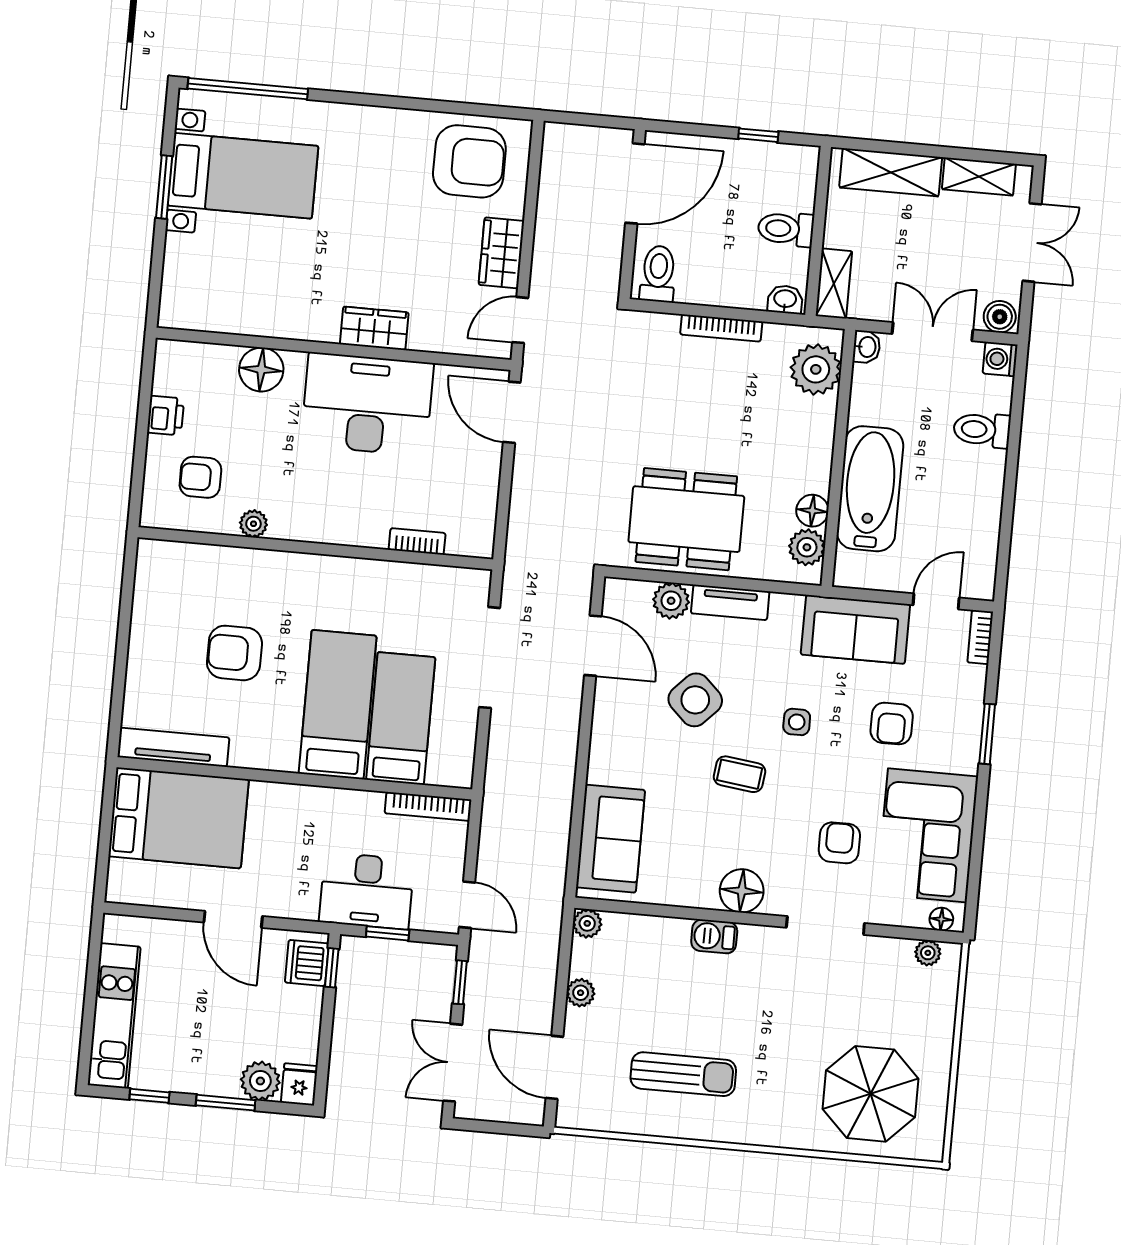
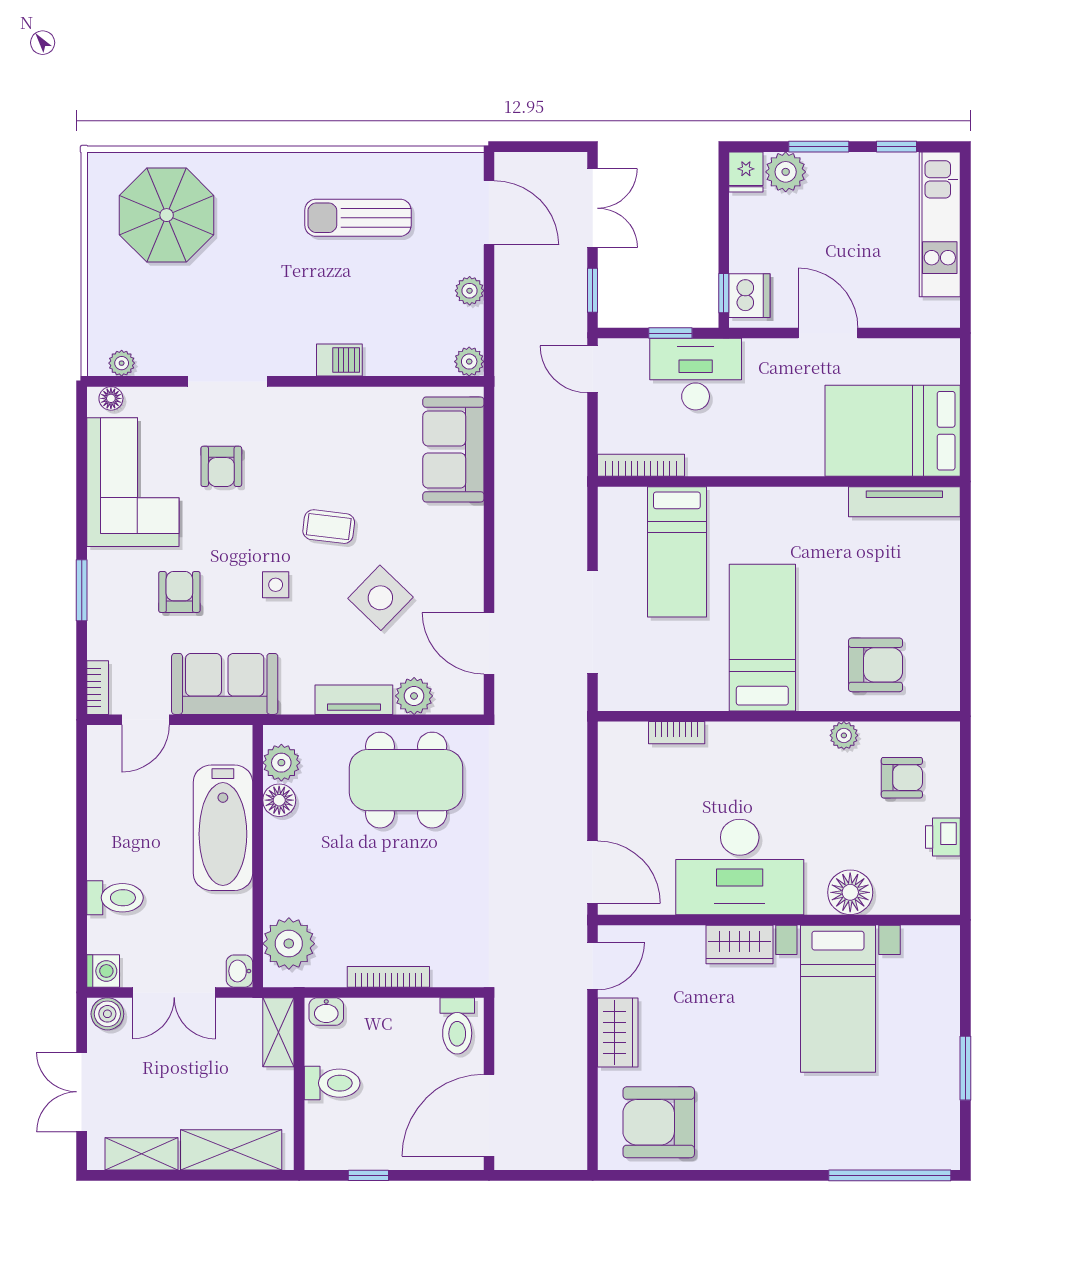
bed with nightstands: (243, 176) -> (838, 999), moved, turned -90
armchair: (234, 653) -> (876, 665), moved
bed: (338, 705) -> (762, 638), moved, turned 180
floor lamp: (742, 891) -> (316, 409), removed

